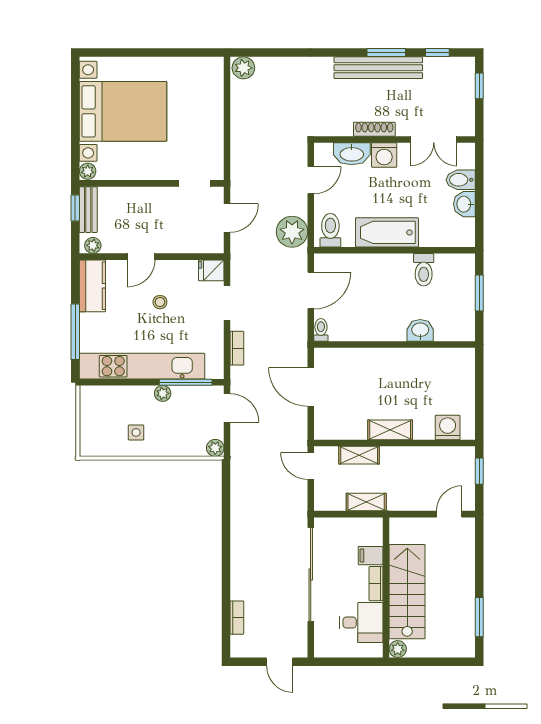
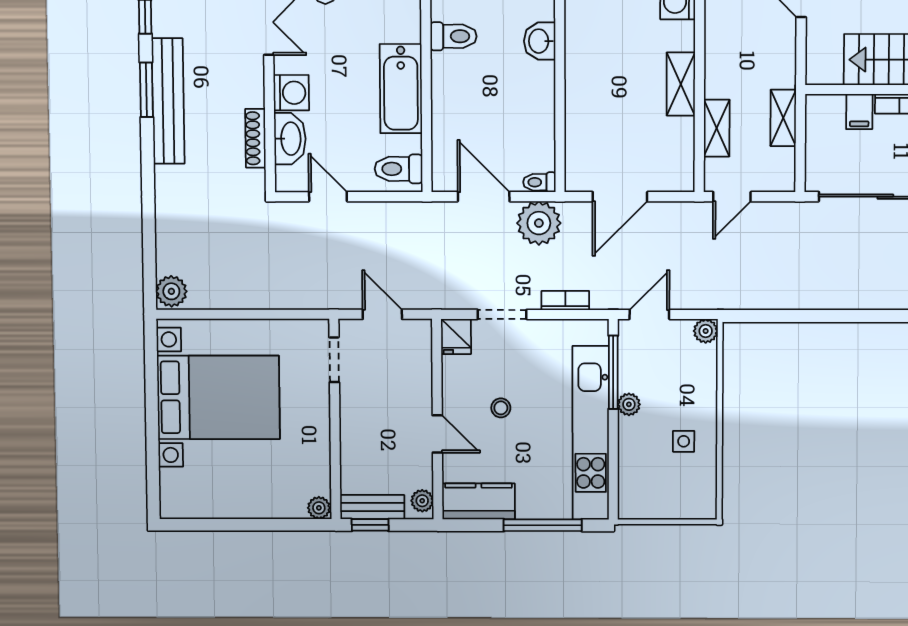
bed with nightstands: (123, 111) -> (218, 397), moved, turned 90
shoe rack: (374, 129) -> (255, 138), moved
plant: (292, 232) -> (539, 223), moved

